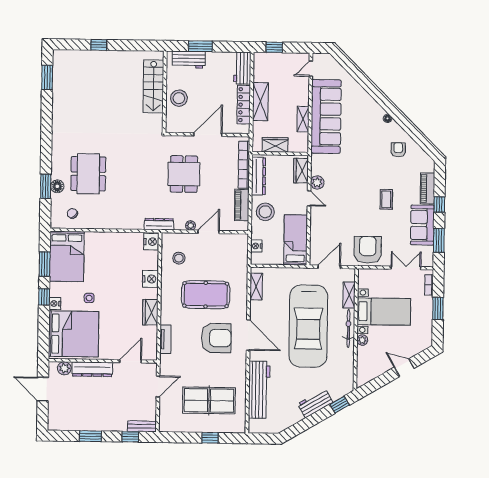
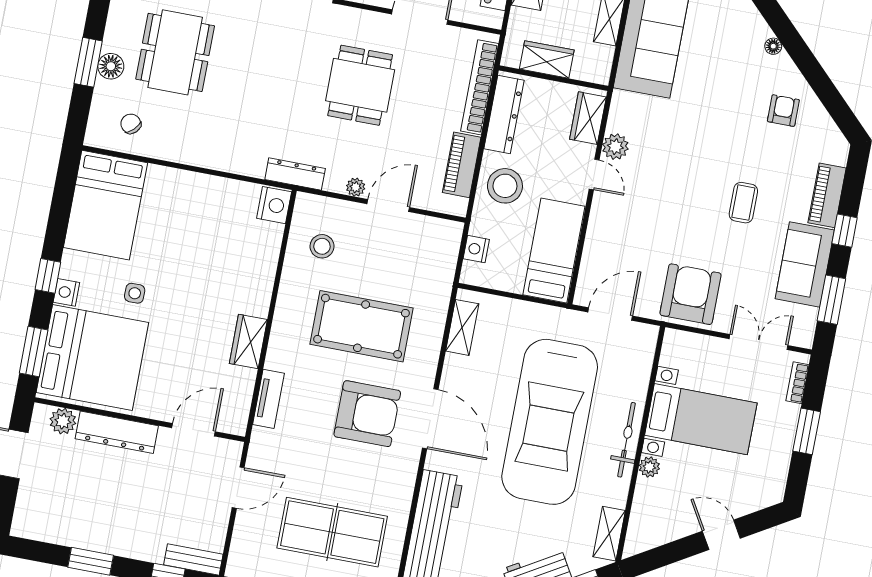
window: (45, 264) -> (34, 351), moved
nightstand: (150, 279) -> (260, 277), removed
shelving: (349, 295) -> (609, 534), moved

